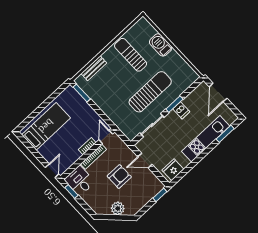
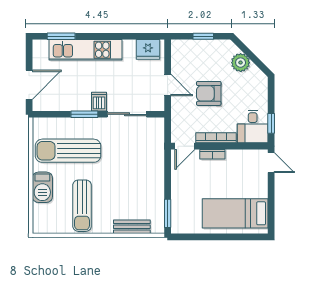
sun lounger: (150, 92) -> (68, 151), moved
dishwasher: (181, 110) -> (99, 102), moved
door: (52, 171) -> (271, 163), swing flipped
window: (160, 195) -> (203, 36), moved

